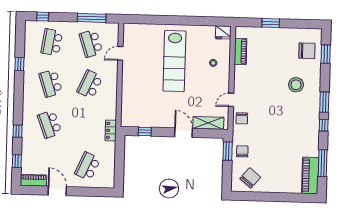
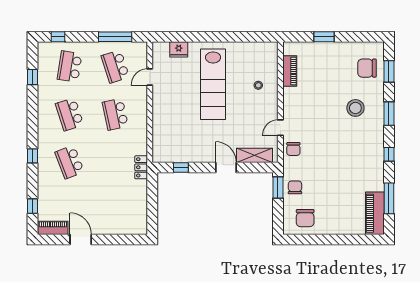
fridge: (223, 32) -> (179, 49), moved
chair: (307, 51) -> (367, 68), turned 180
window: (19, 64) -> (33, 77), moved
school desk: (90, 84) -> (115, 114), turned -36
window: (324, 102) -> (389, 114), moved
window: (18, 131) -> (33, 156), moved
school desk: (88, 166) -> (115, 210), removed
chair: (250, 178) -> (305, 218), turned 140

